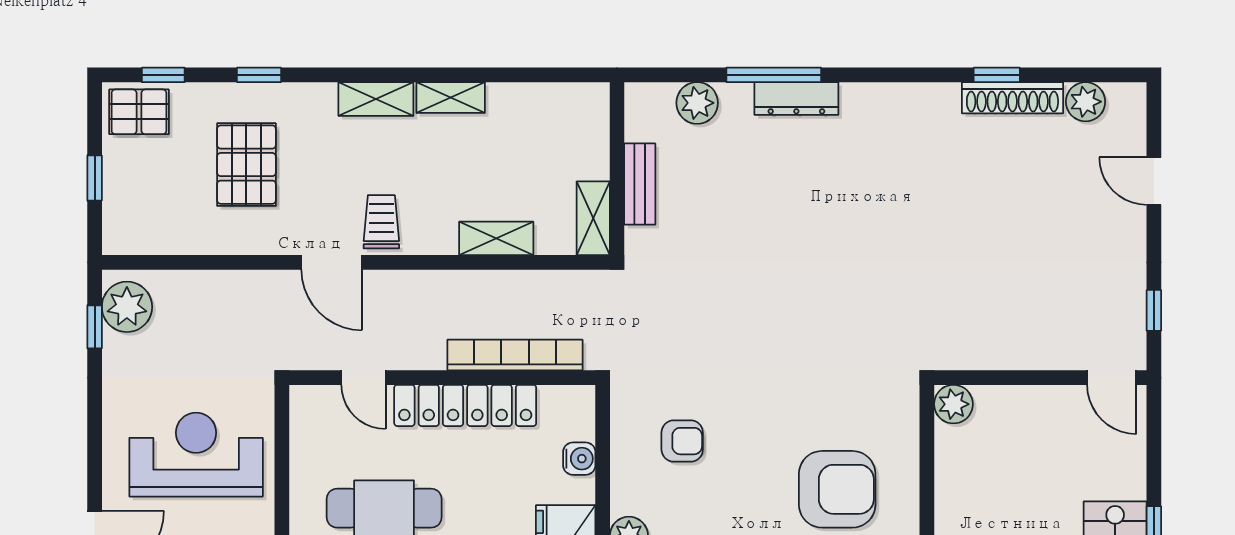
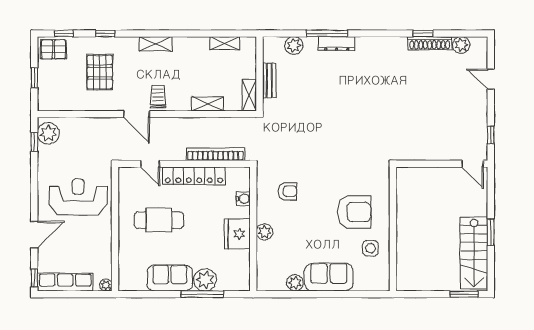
shelving: (451, 98) -> (225, 43), moved
plant: (953, 404) -> (404, 175), removed

